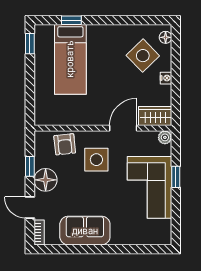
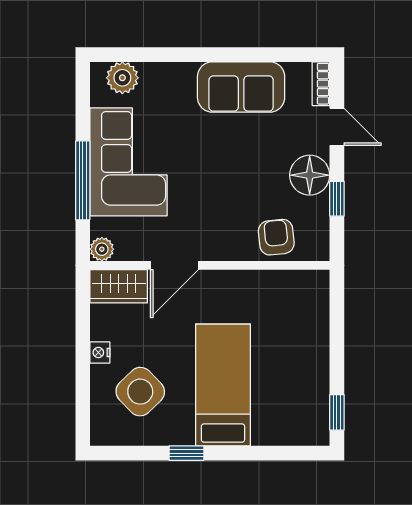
window: (71, 20) -> (186, 453), moved
floor lamp: (166, 37) -> (101, 423), removed
bed: (70, 59) -> (223, 385), moved
side table: (96, 160) -> (221, 210), removed
window: (176, 177) -> (83, 180), width x2.17
plant: (153, 236) -> (122, 78), added

